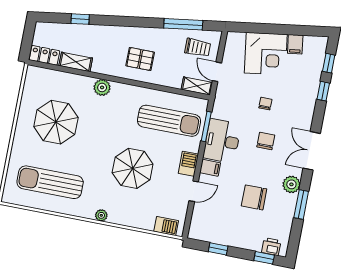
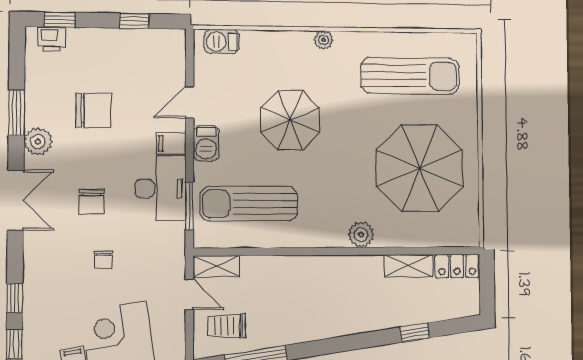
pallet: (140, 59) -> (312, 290), removed
parasol: (56, 122) -> (420, 168), width x1.36, depth x1.36

